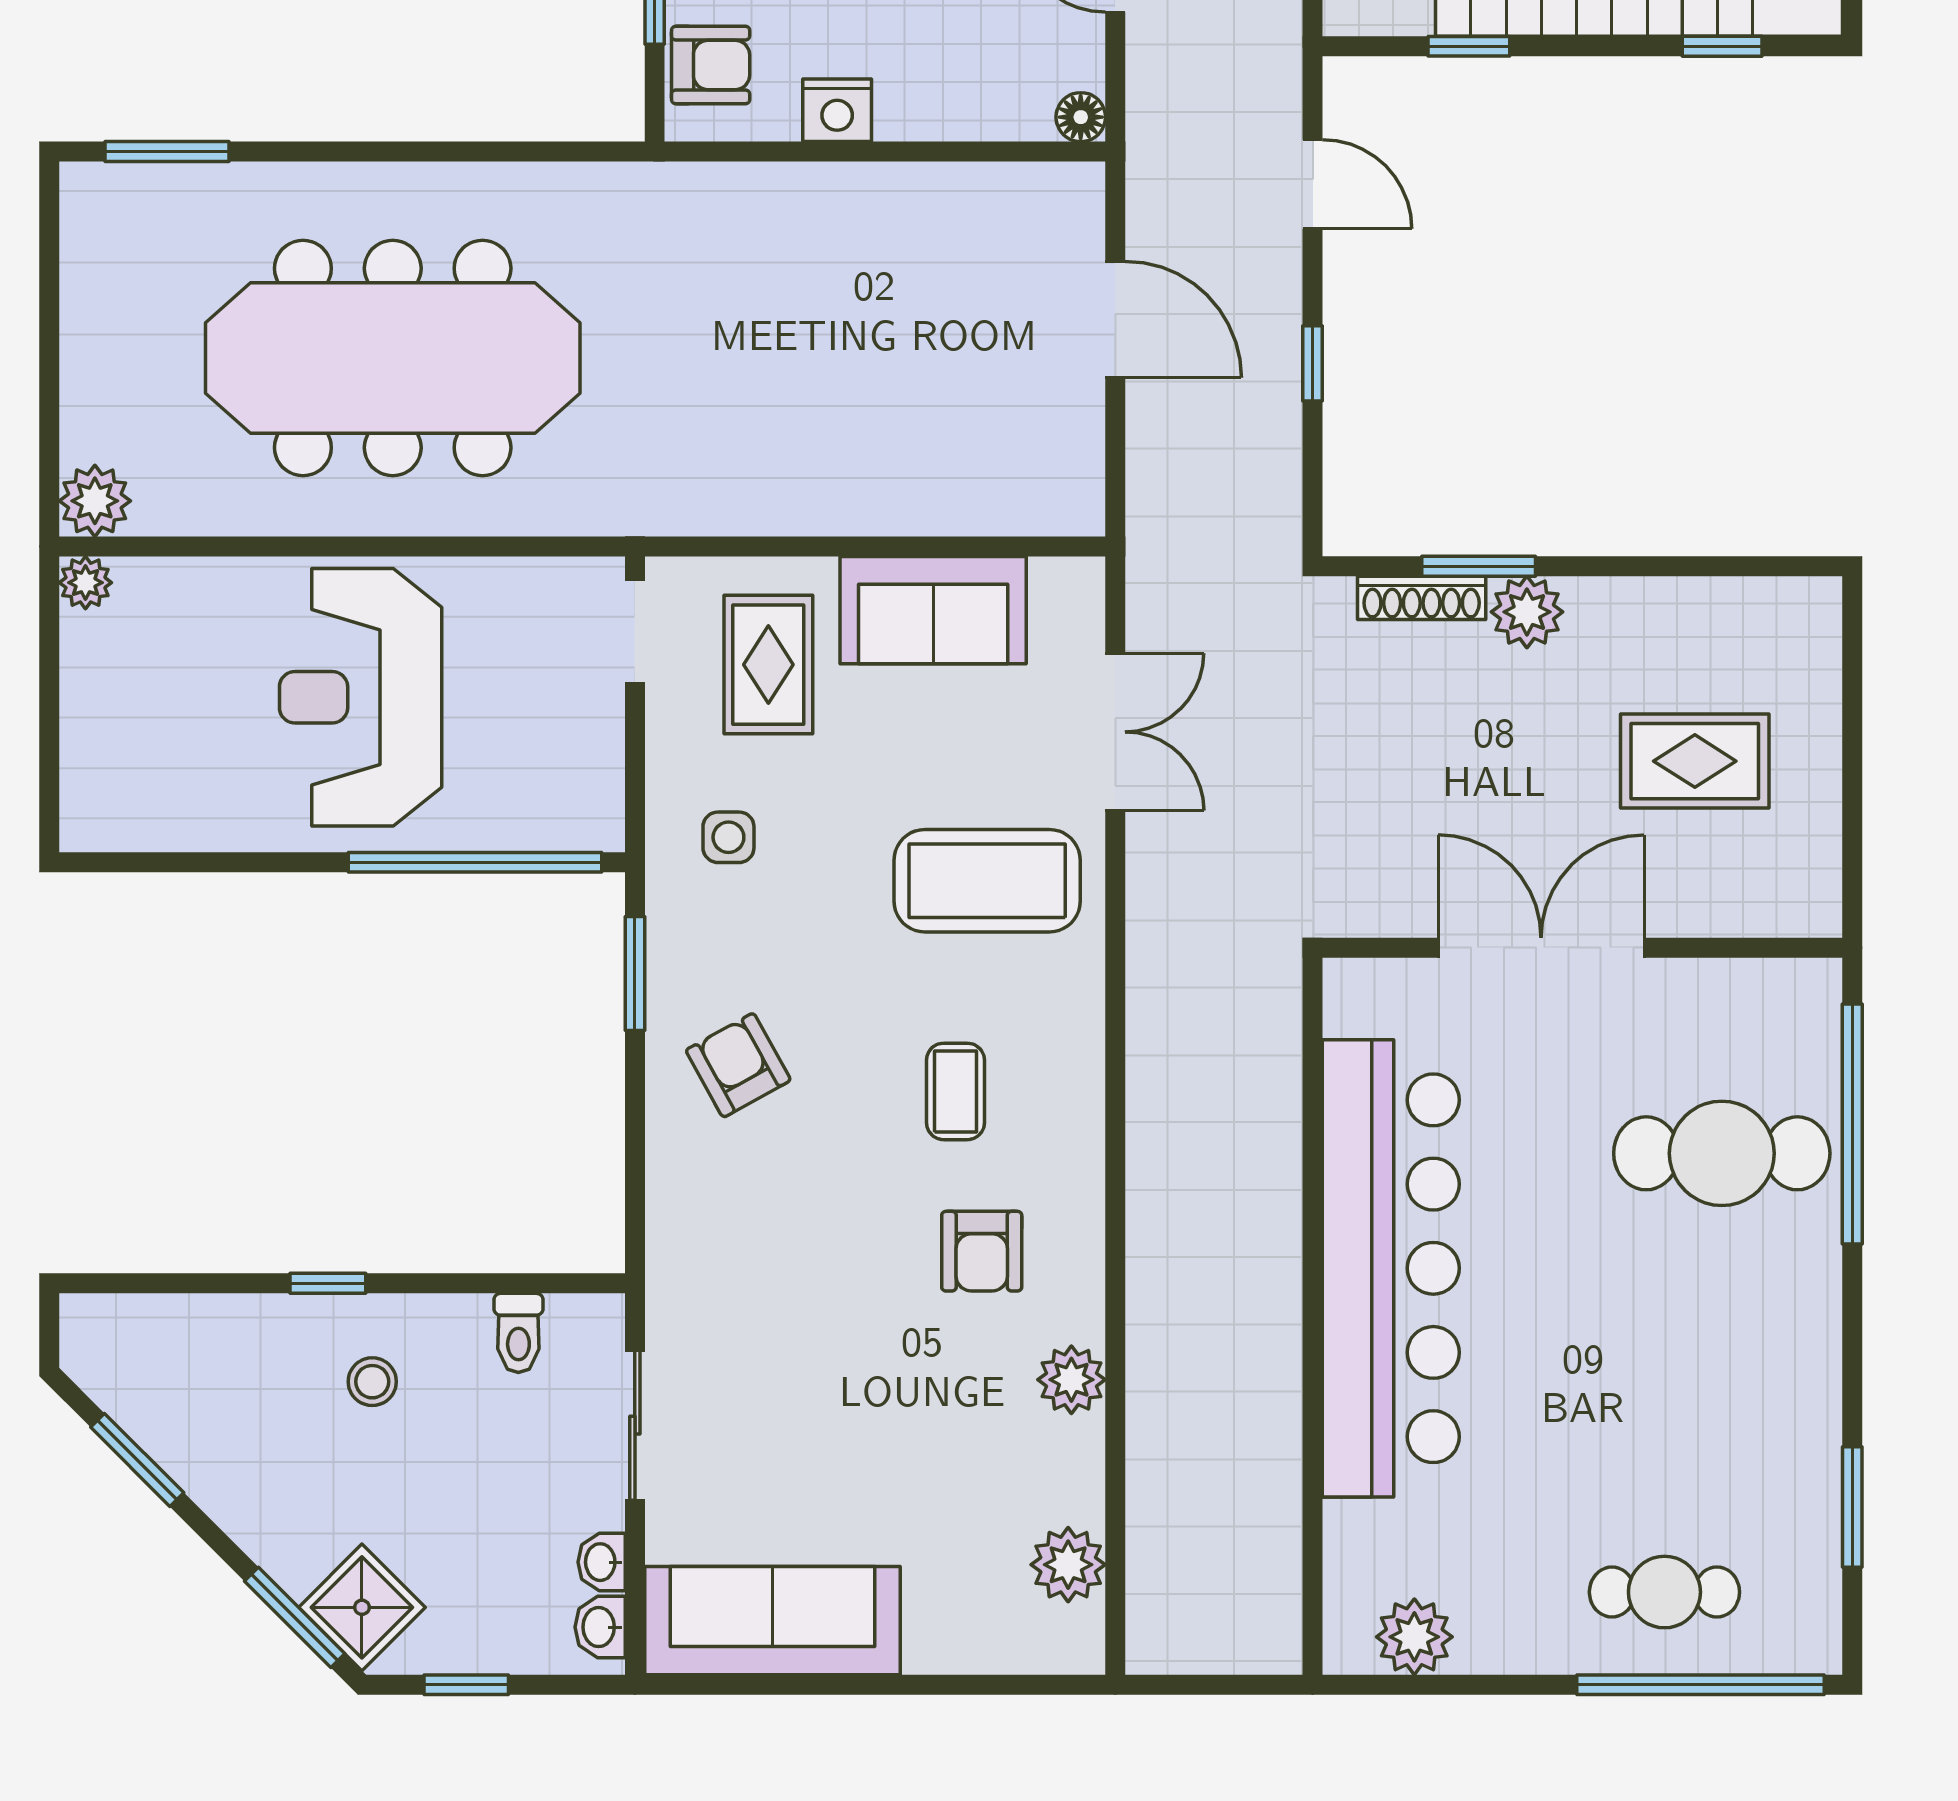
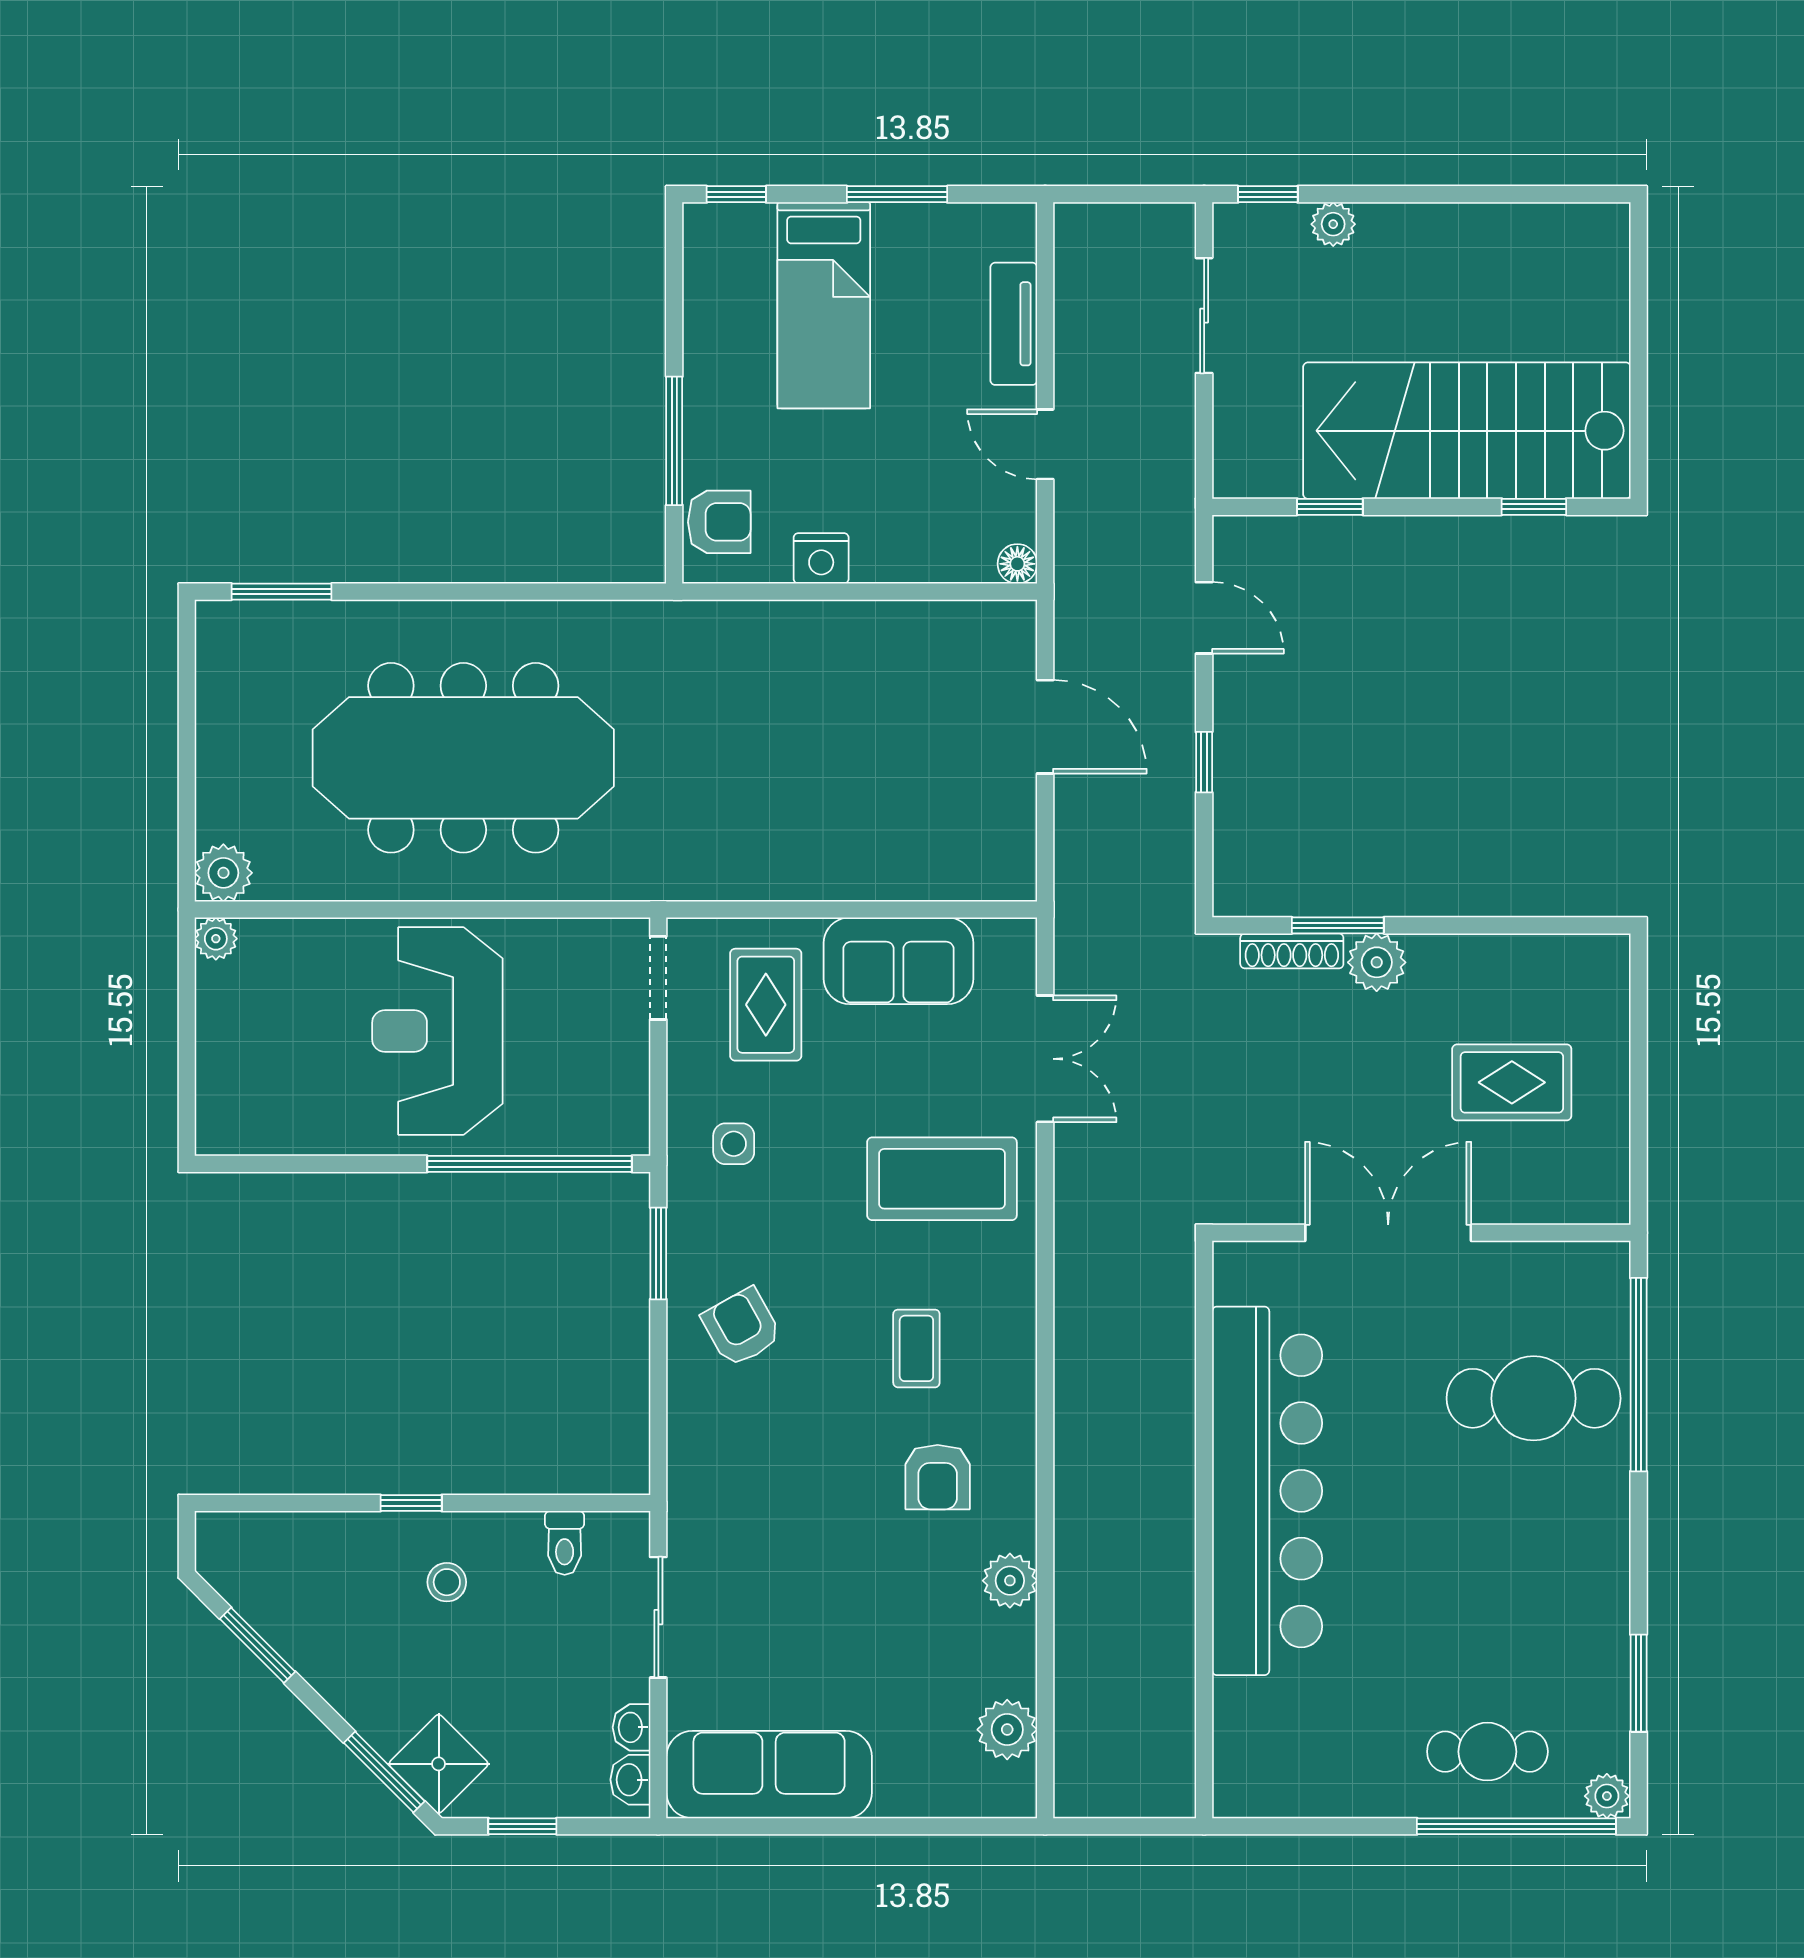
plant: (1414, 1637) -> (1607, 1796), moved, width x0.73, depth x0.73

